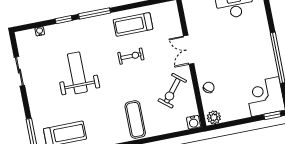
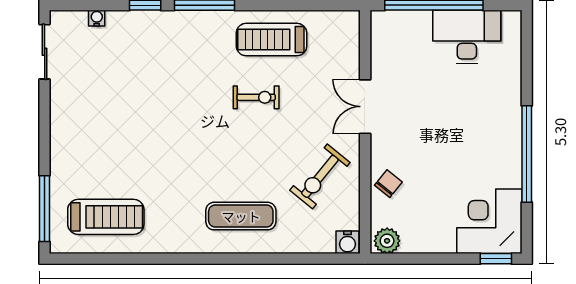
sliding door: (19, 71) -> (45, 52), moved
weight bench: (77, 73) -> (151, 109), removed
exercise mat: (135, 120) -> (241, 216), turned 90

